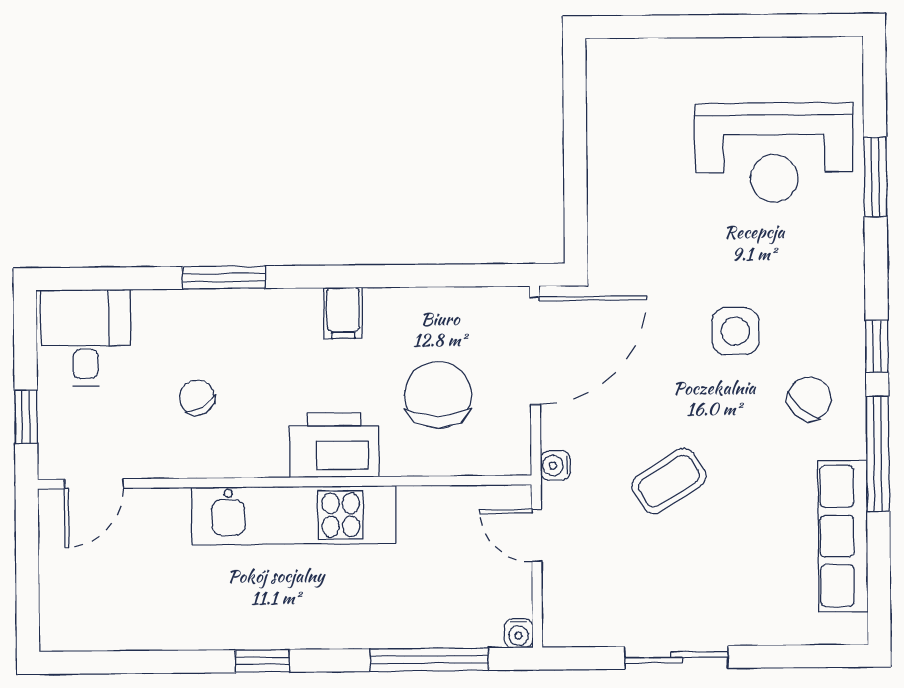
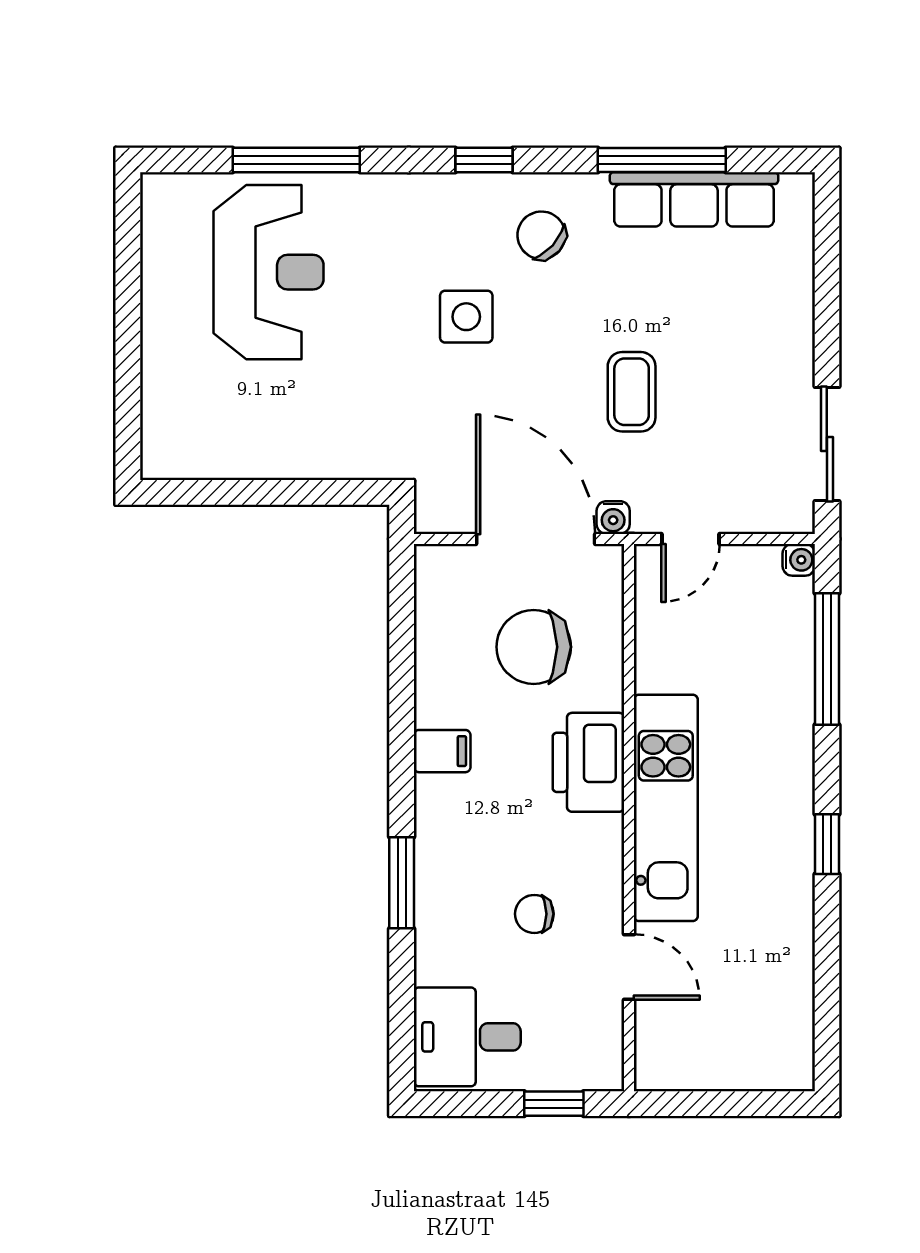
window: (875, 177) -> (296, 160), width x1.44
door: (535, 351) -> (536, 539), moved
chair: (197, 397) -> (534, 914), turned 30
window: (878, 454) -> (662, 160), moved
coffee table: (669, 481) -> (632, 392), turned 32
door: (94, 484) -> (629, 967), moved
sliding door: (676, 657) -> (827, 444), moved

